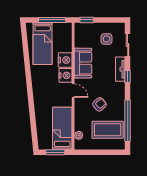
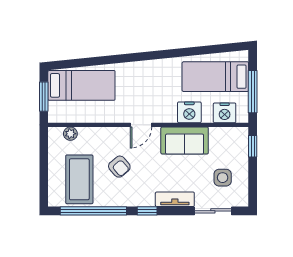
nightstand: (65, 75) -> (225, 113), moved
window: (128, 76) -> (147, 211), moved
bed: (62, 128) -> (81, 85), moved

